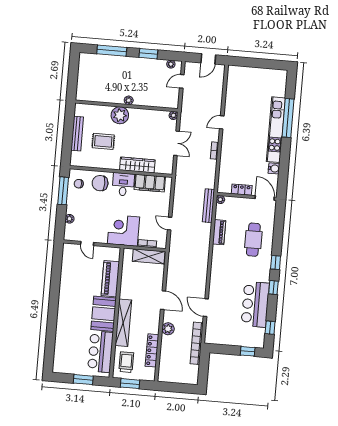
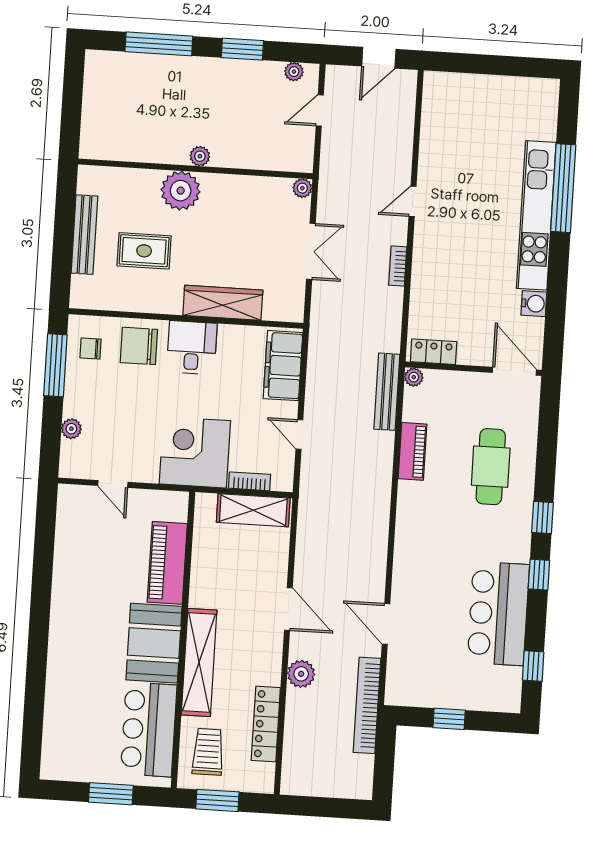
filing cabinet: (150, 183) -> (283, 366), moved, turned 90
locker: (242, 190) -> (434, 352), moved
window: (248, 351) -> (449, 719), moved

